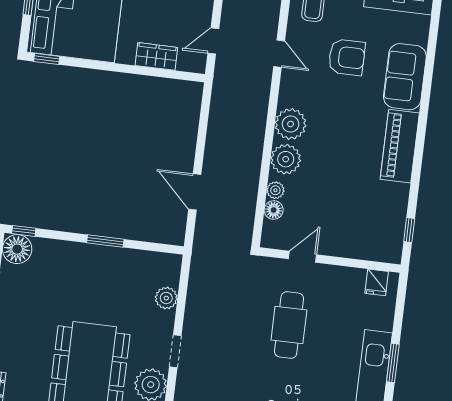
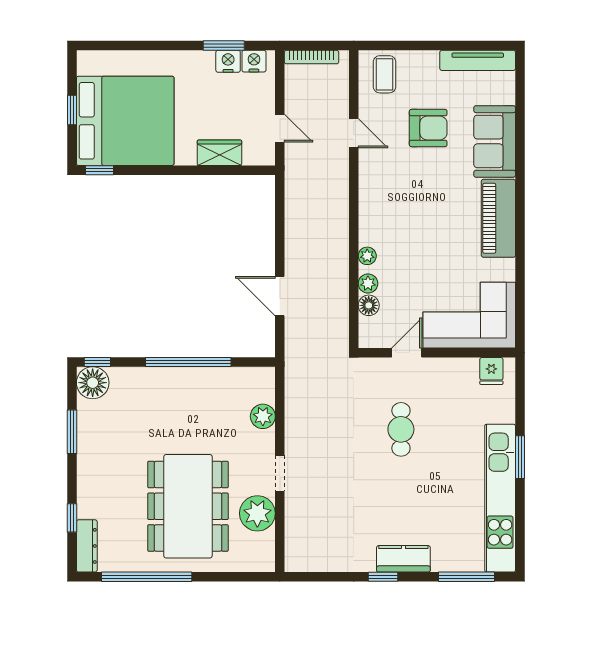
door: (213, 41) -> (280, 128), swing flipped
plant: (291, 124) -> (376, 209), removed
plant: (286, 159) -> (367, 256), width x0.53, depth x0.53
corner sofa: (363, 230) -> (469, 315), added
window: (409, 230) -> (520, 309), removed
window: (105, 241) -> (188, 362), width x2.11
cafe table: (289, 325) -> (401, 429), width x0.73, depth x0.74

